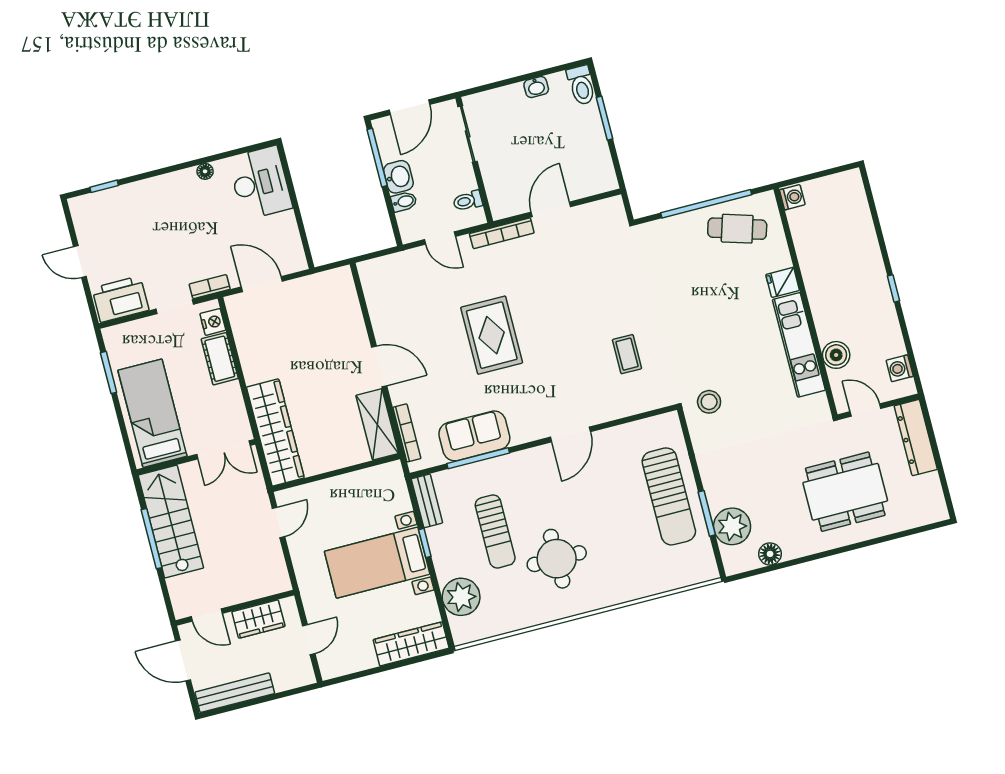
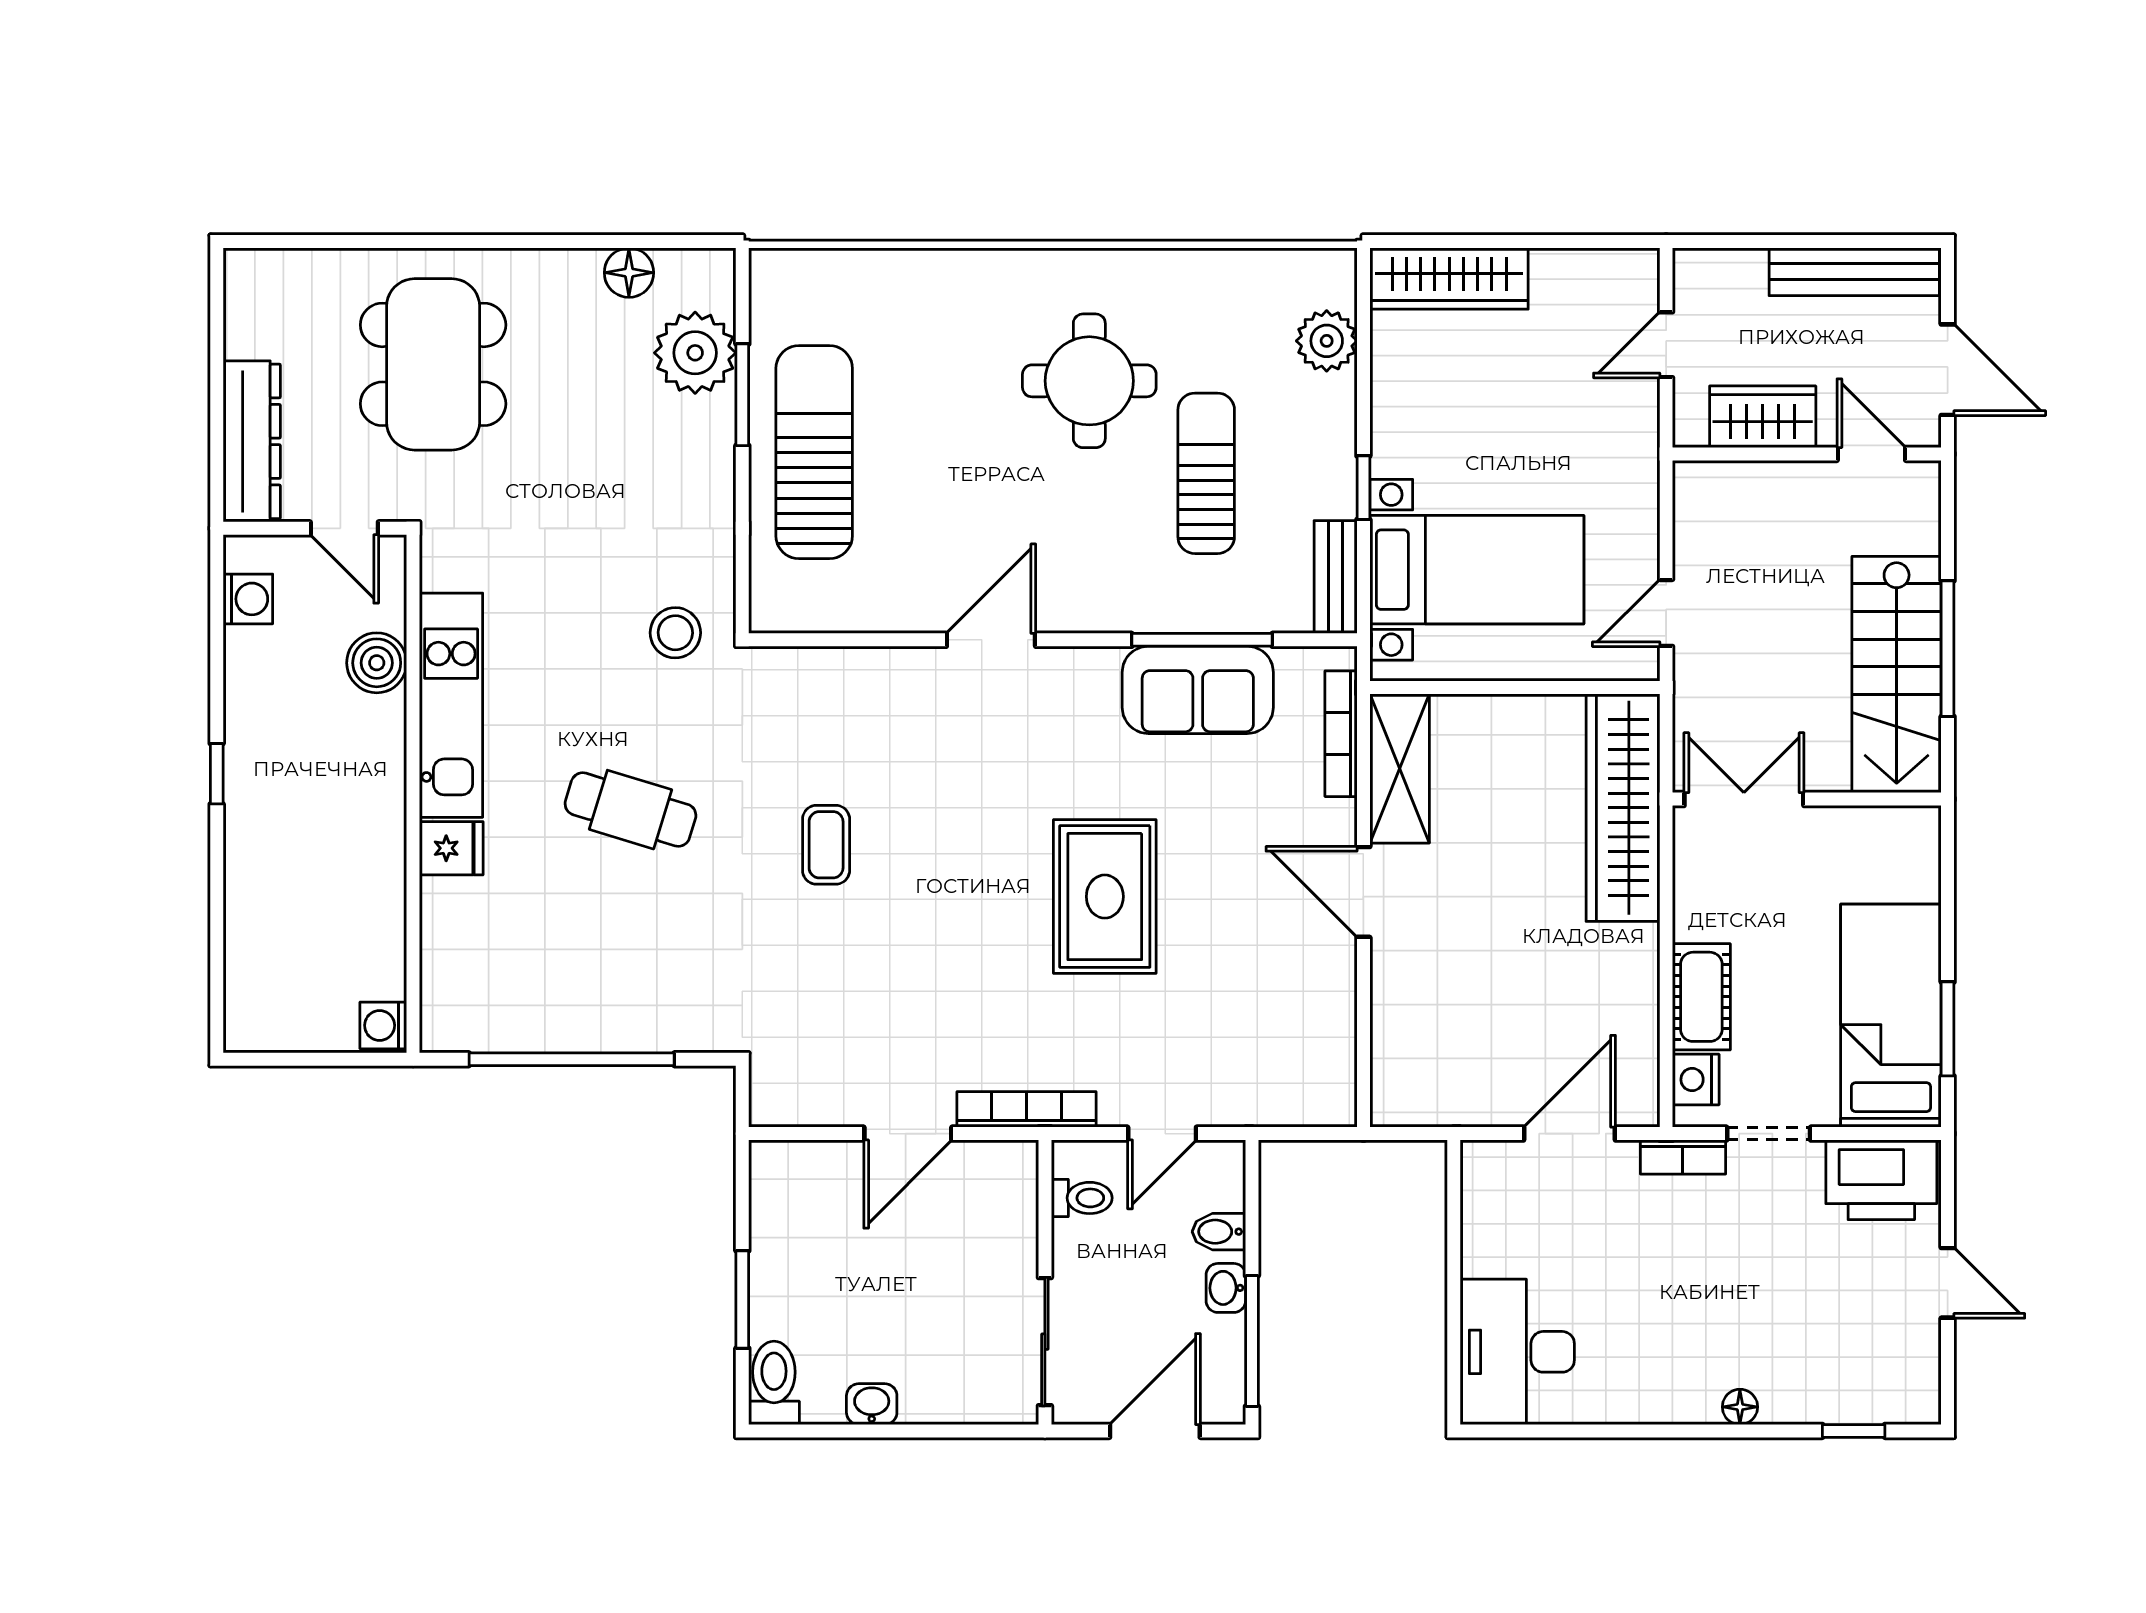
floor lamp: (205, 171) -> (1740, 1407), moved
washbasin: (398, 177) -> (1226, 1288), width x0.72, depth x0.69
cafe table: (737, 229) -> (630, 810), moved
door: (440, 238) -> (1162, 1134), swing flipped
door: (262, 284) -> (1570, 1134), swing flipped
coffee table: (627, 354) -> (826, 845), moved
bed: (152, 413) -> (1891, 1016), moved, turned 180
dining table: (845, 492) -> (433, 364), turned 90
bed with nightstands: (377, 563) -> (1477, 570), moved
plant: (461, 597) -> (1327, 341), width x0.73, depth x0.73

